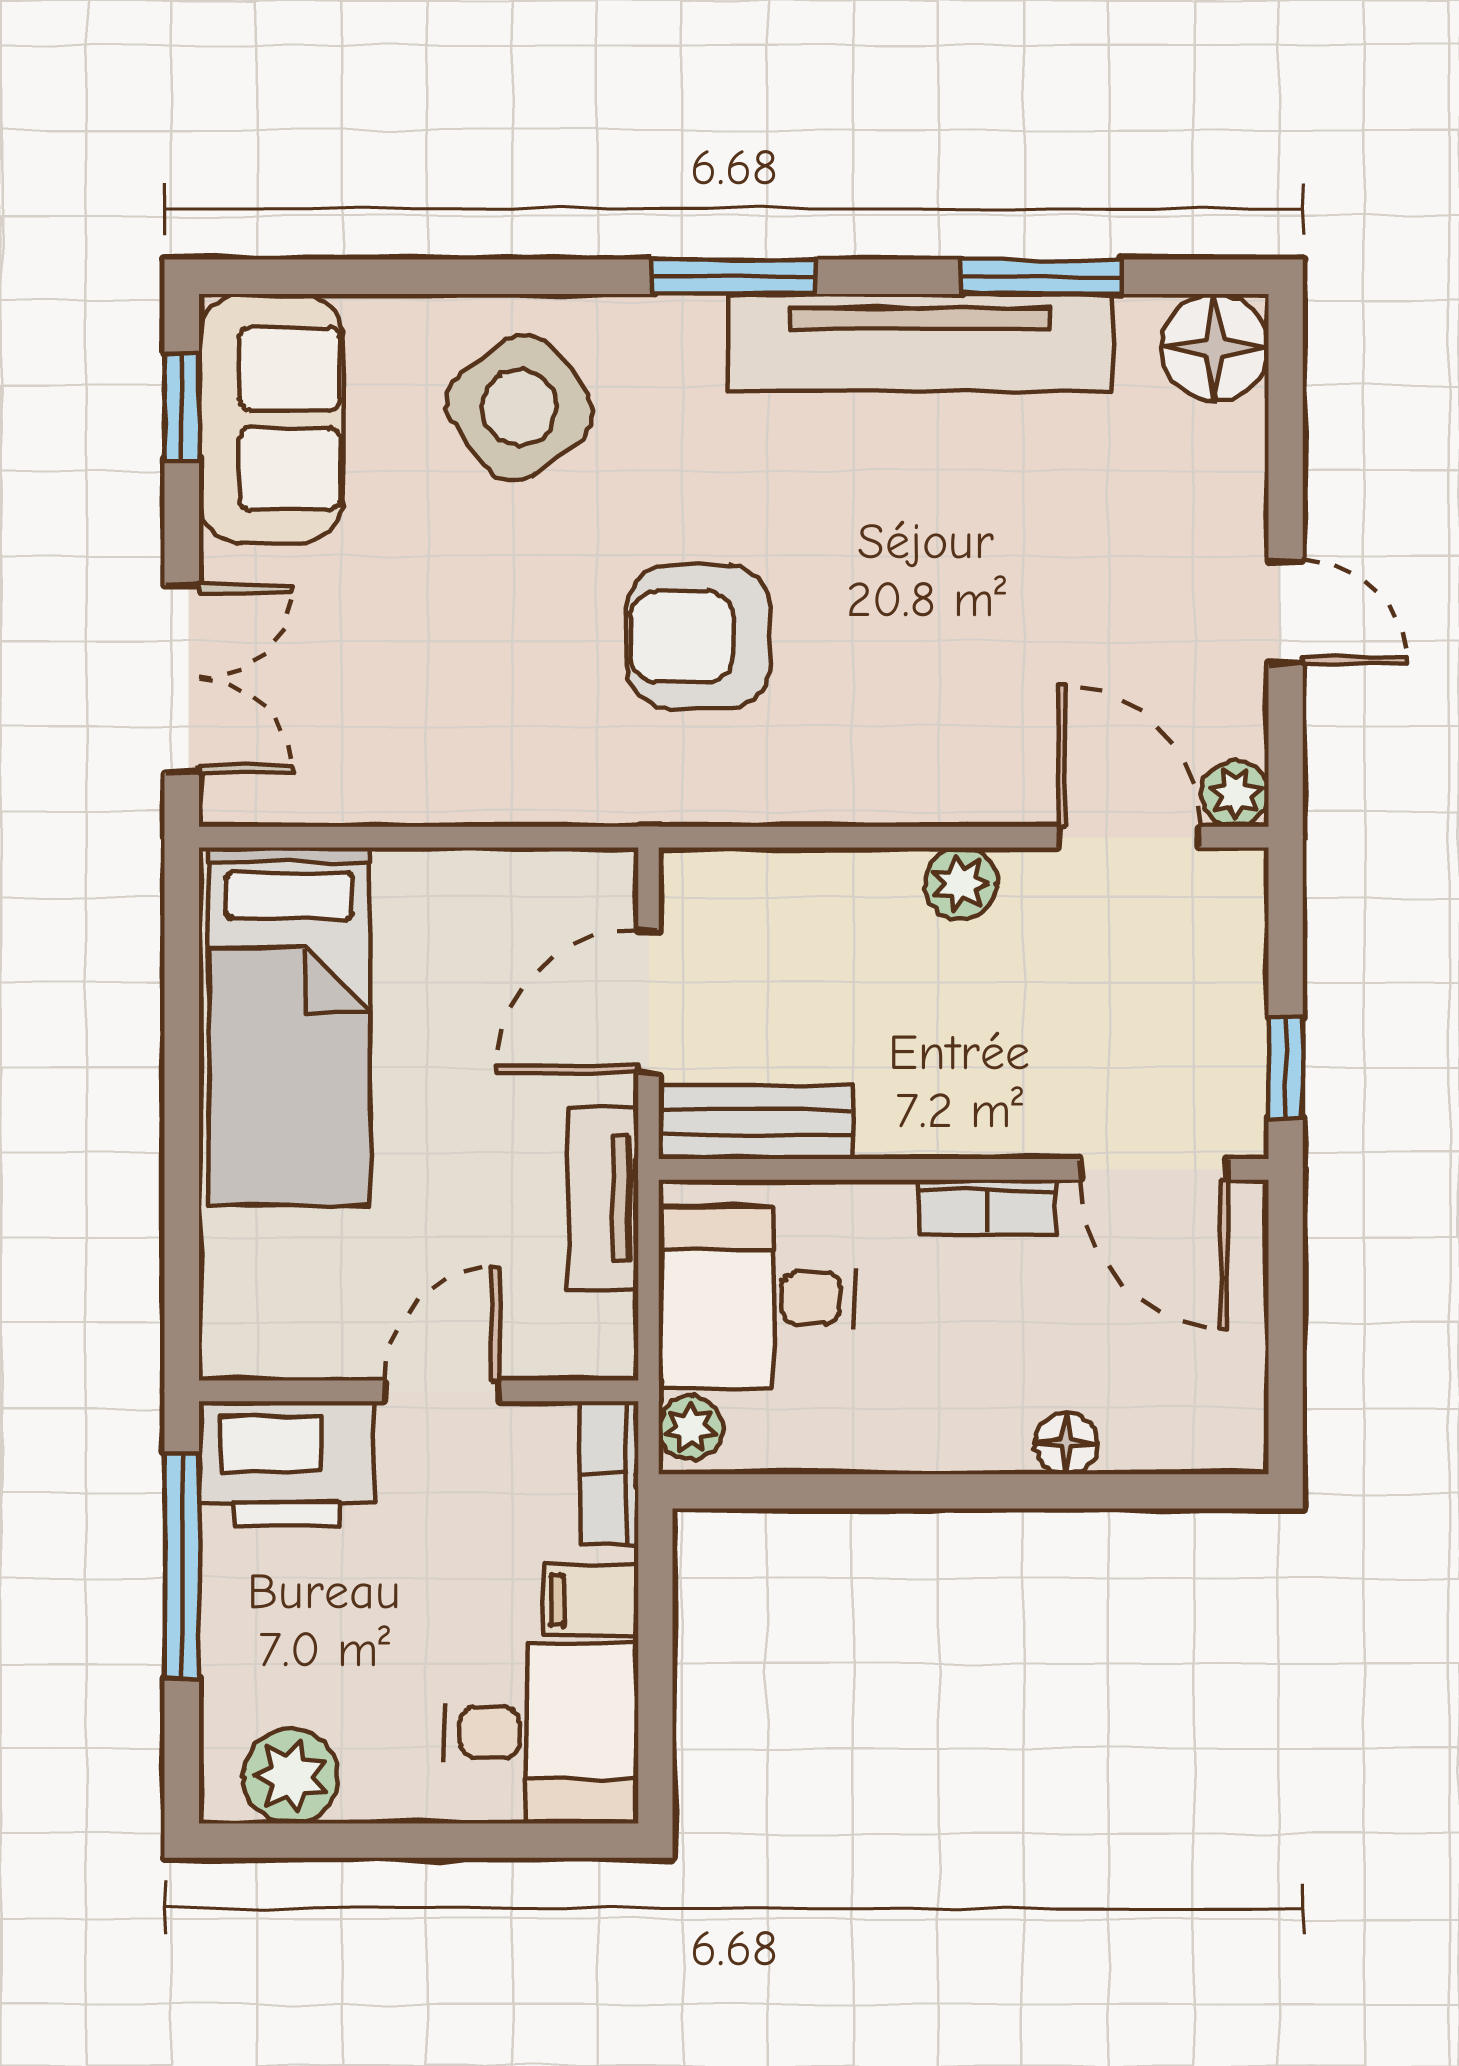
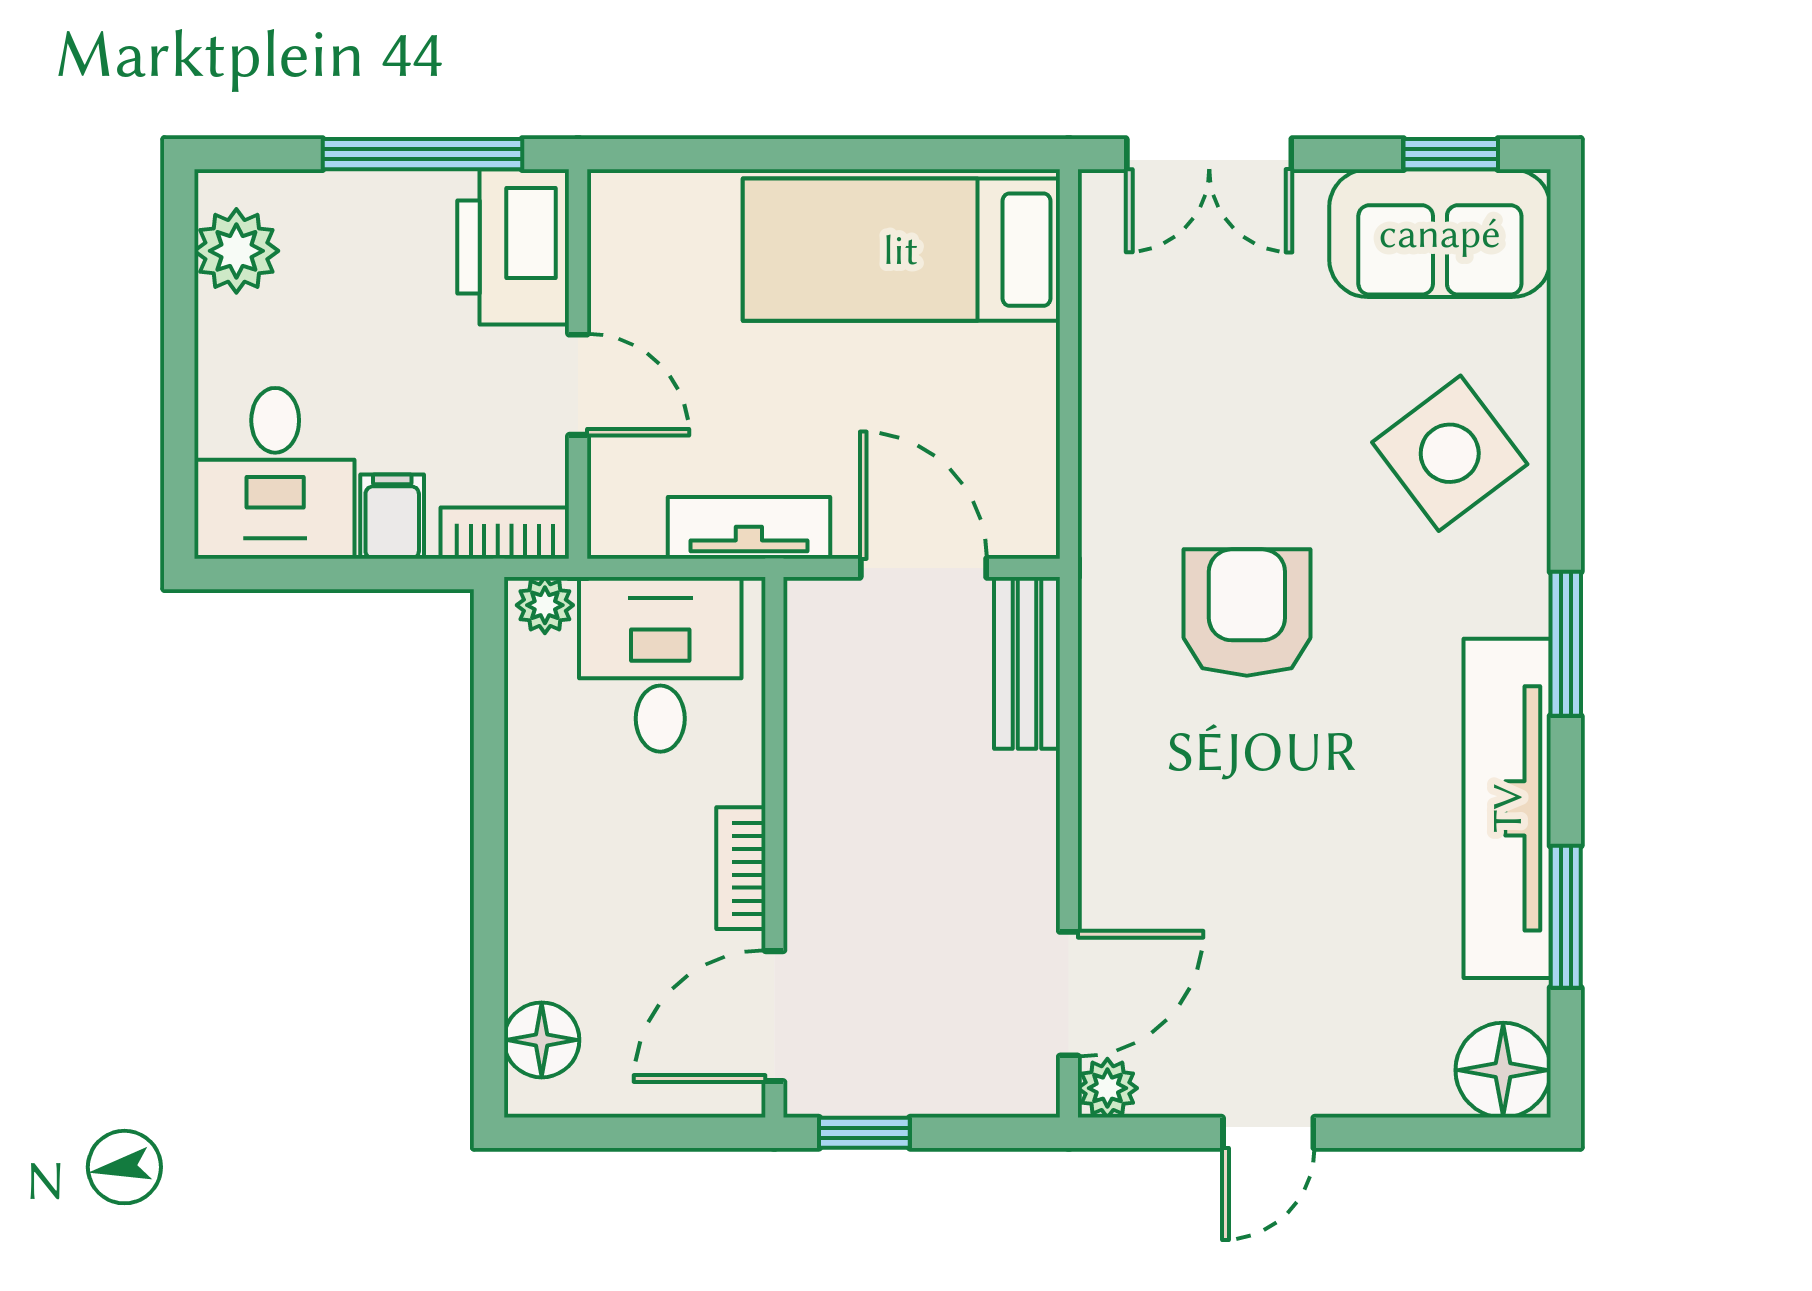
plant: (961, 883) -> (1028, 845), removed
bench: (756, 1122) -> (1027, 663), moved
floor lamp: (1066, 1443) -> (542, 1040), moved, width x1.37, depth x1.37

